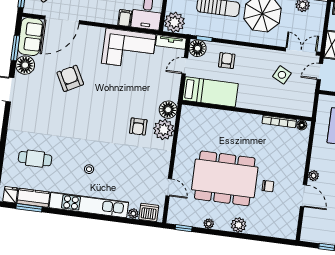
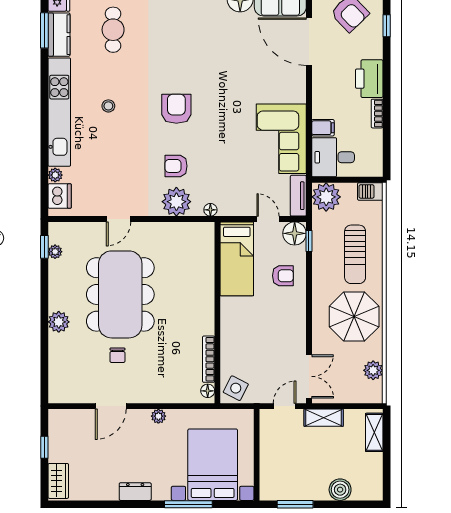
door: (320, 72) -> (285, 406), hinge flipped
side table: (282, 75) -> (236, 388), moved
armchair: (70, 78) -> (176, 109), moved, turned -62
floor lamp: (168, 110) -> (210, 210), width x0.53, depth x0.53
plant: (314, 176) -> (158, 416), moved
door: (169, 187) -> (118, 219), moved
plant: (209, 224) -> (55, 252), moved

